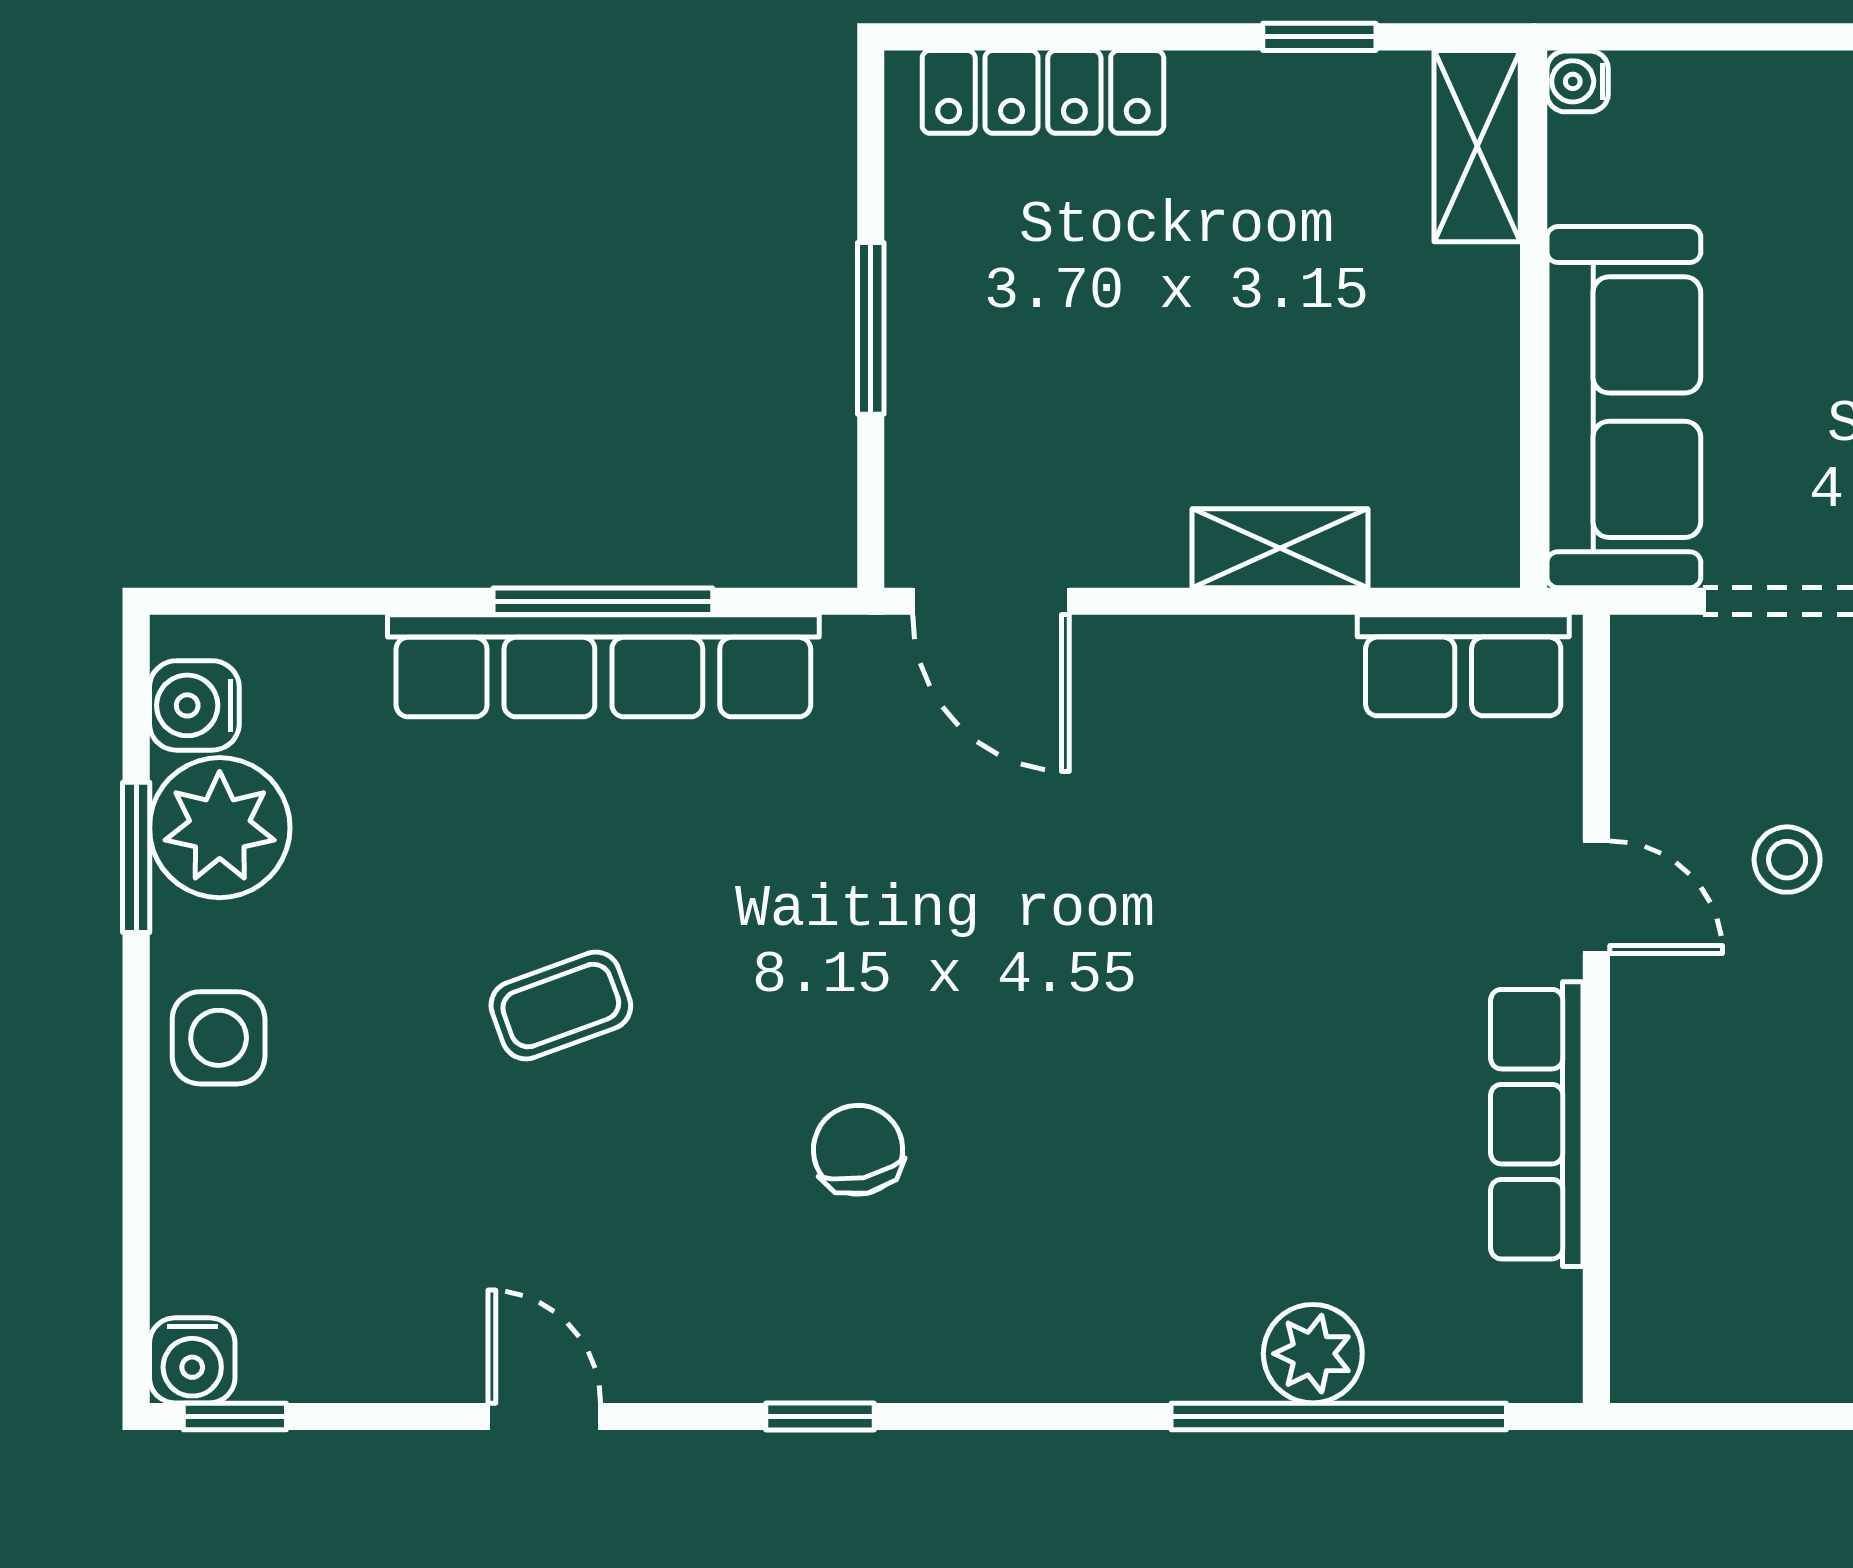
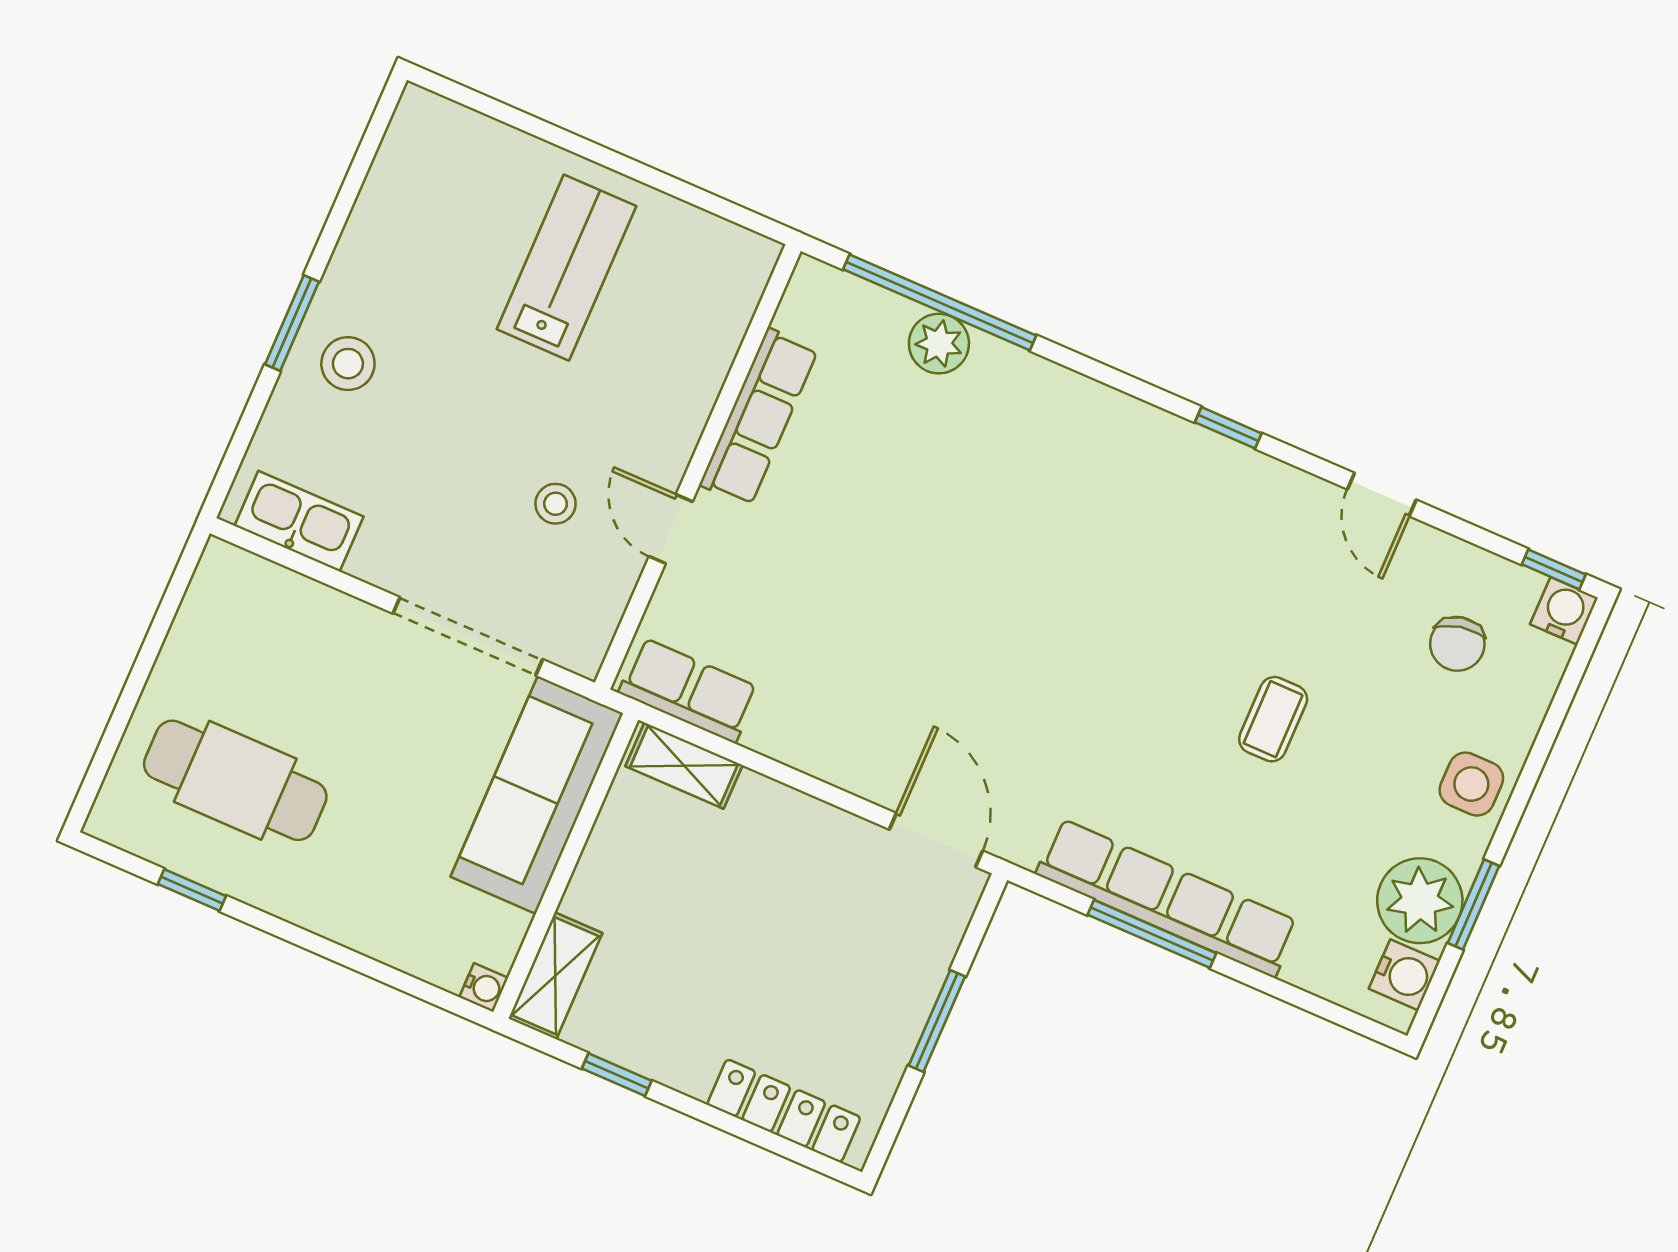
shelving: (1280, 548) -> (684, 766), moved
coffee table: (561, 1006) -> (1273, 719), turned -70
chair: (858, 1150) -> (1457, 644), moved

